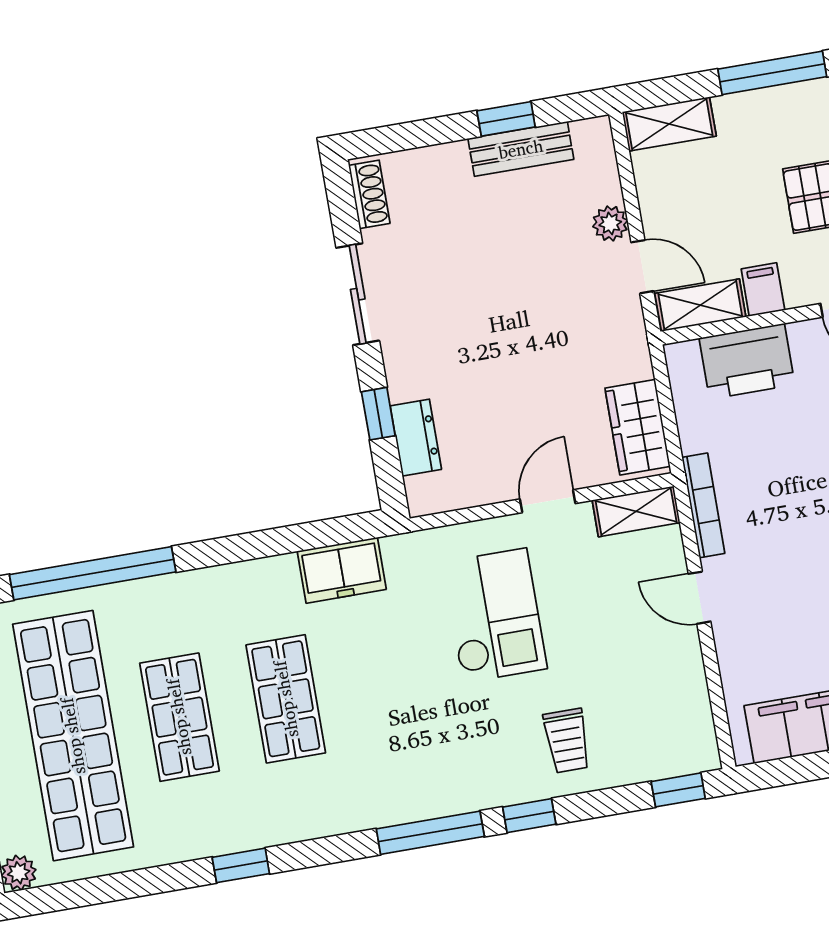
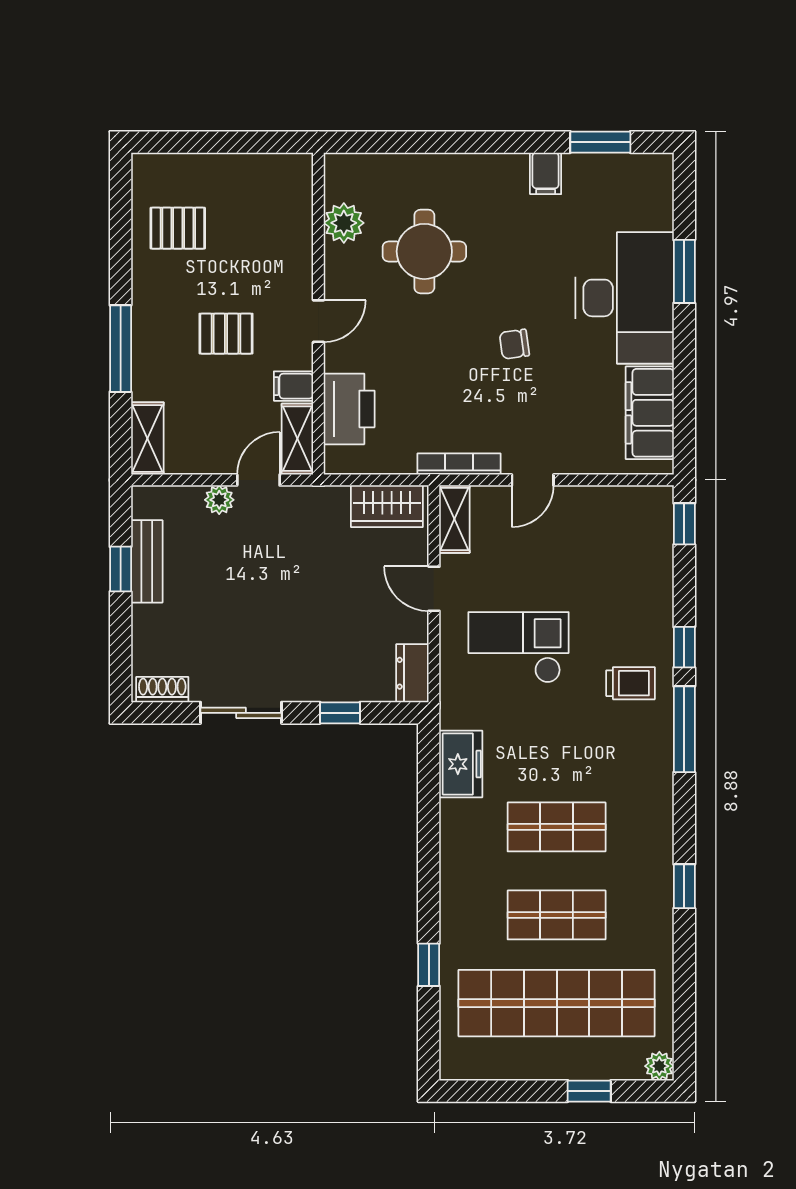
dresser: (416, 438) -> (412, 673), moved, turned -90
window: (93, 573) -> (429, 965), width x0.32
trolley: (567, 741) -> (630, 683), moved

